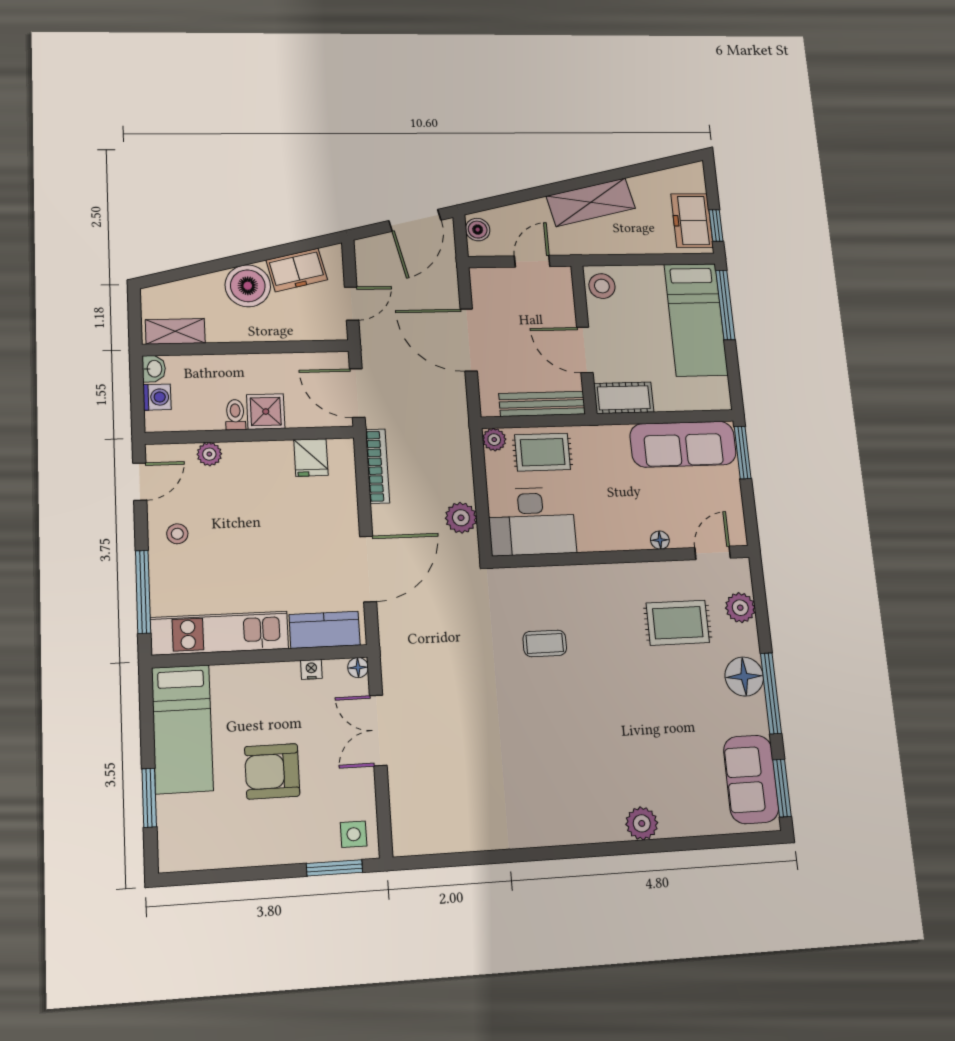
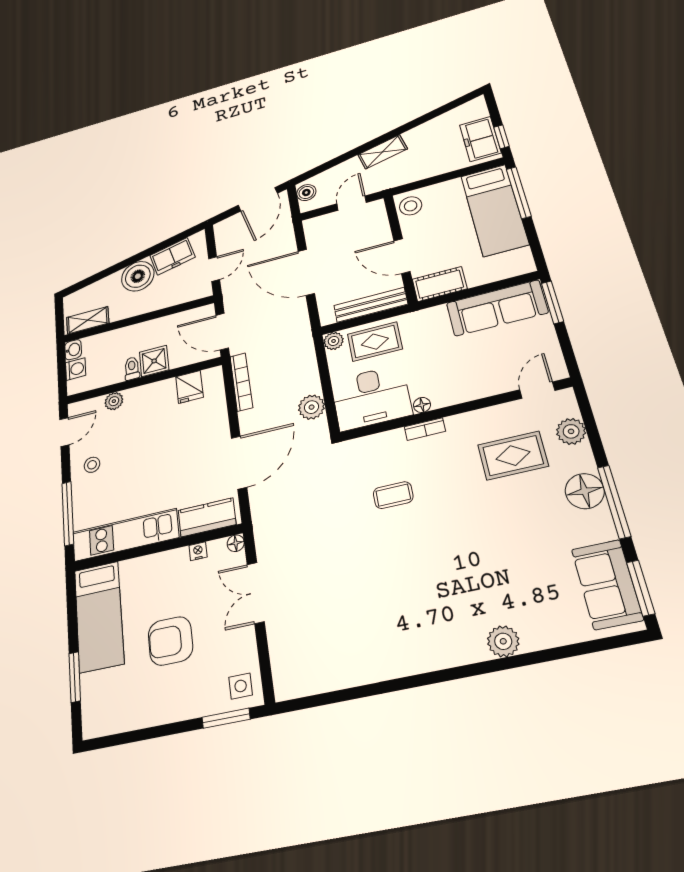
shelving: (591, 202) -> (383, 152), width x0.67, depth x0.75
floor lamp: (660, 540) -> (422, 405), moved
bookcase: (588, 573) -> (425, 429), added

